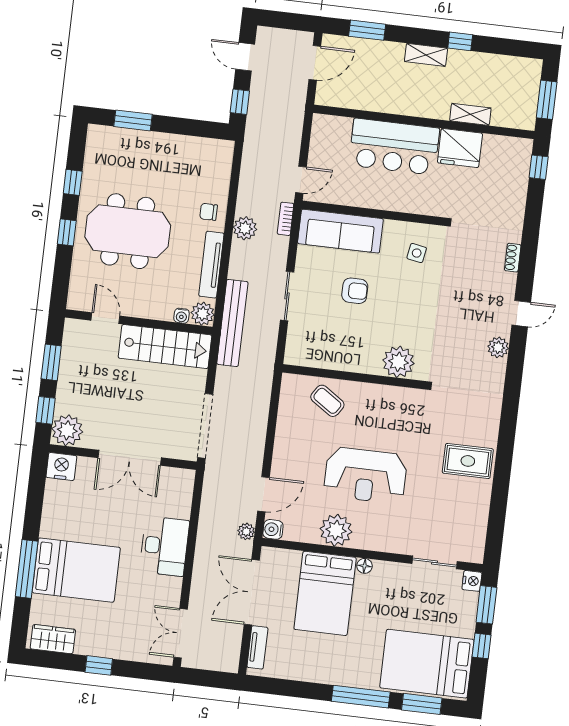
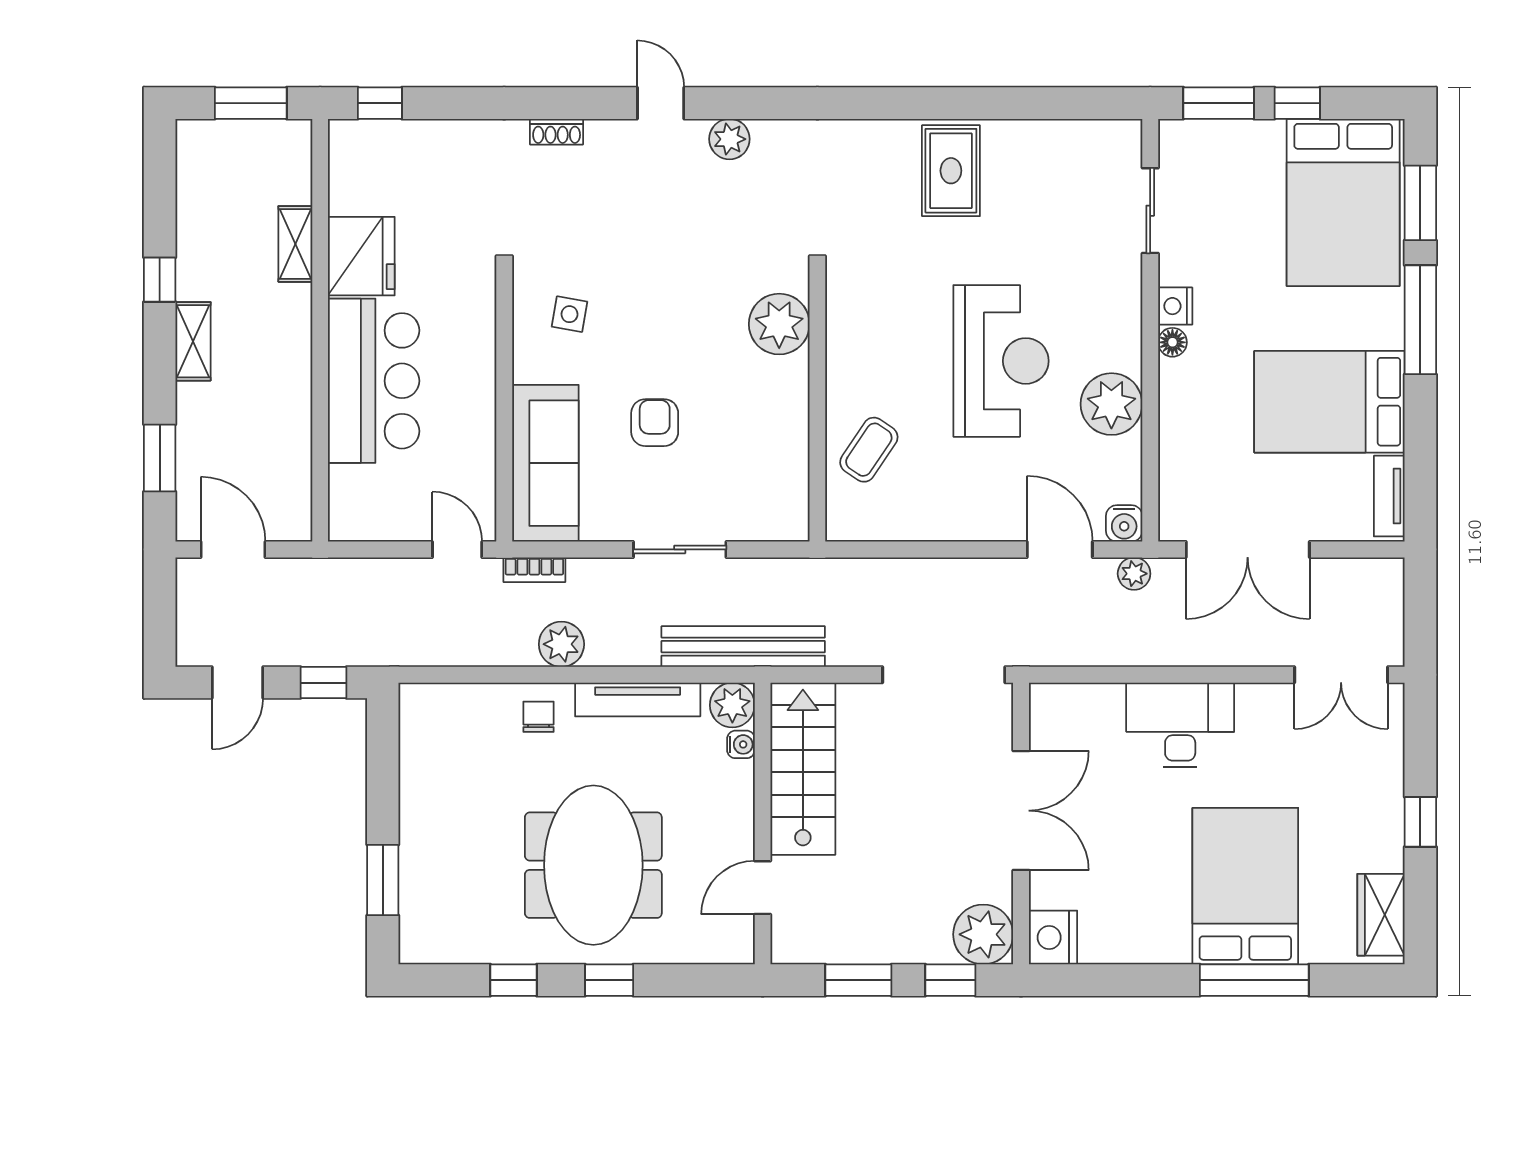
chair: (209, 212) -> (539, 717), turned 180
nightstand: (472, 581) -> (1175, 306), moved, turned -90
bed: (325, 593) -> (1329, 402), moved, turned 180
tv unit: (257, 647) -> (1389, 496), moved, turned -90

